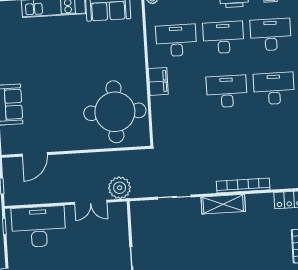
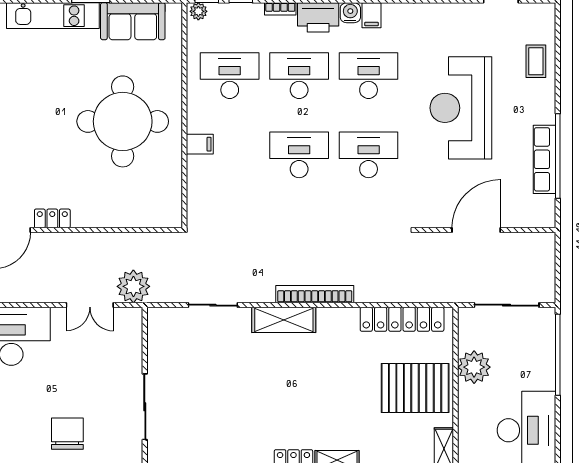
filing cabinet: (158, 81) -> (200, 144), width x0.50
round table: (115, 112) -> (123, 121), moved
locker: (62, 145) -> (52, 218), added

